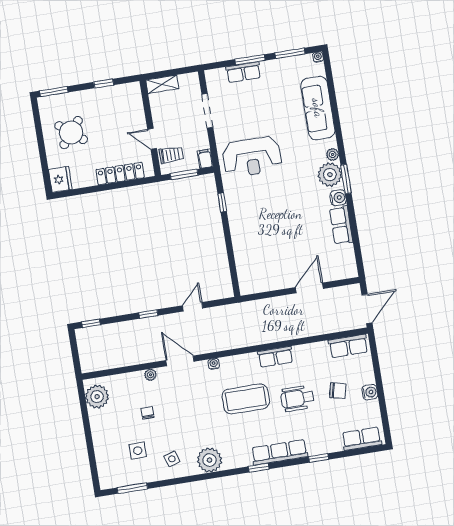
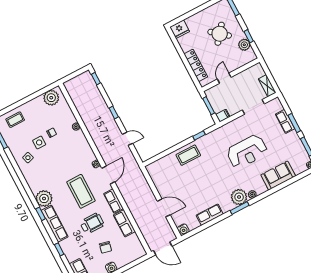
shelving: (162, 84) -> (267, 86), moved
plant: (114, 94) -> (244, 45), added
sofa: (318, 108) -> (278, 176), width x0.73
round table: (71, 133) -> (220, 34), moved
trolley: (171, 155) -> (218, 93), removed
reception desk: (252, 157) -> (247, 152), moved, turned -90
water cooler: (338, 198) -> (183, 230), moved
coffee table: (245, 227) -> (188, 155), added
row of seats: (348, 346) -> (124, 223), moved
door: (180, 361) -> (108, 175), moved
wheelchair: (297, 398) -> (92, 223), turned 90
side table: (138, 451) -> (39, 142), moved
coffee table: (111, 459) -> (15, 120), added
plant: (210, 460) -> (44, 198), moved

